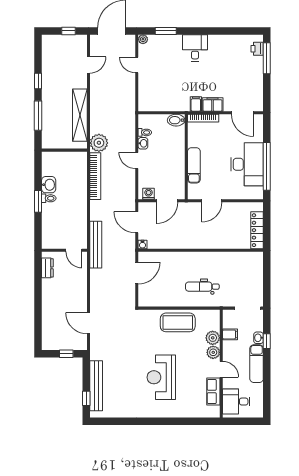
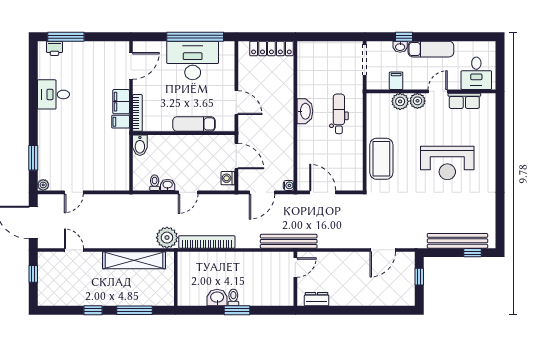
desk: (195, 48) -> (53, 94), moved
washbasin: (205, 258) -> (305, 111), added
dental chair: (202, 287) -> (339, 114), turned 180
coffee table: (178, 322) -> (381, 159), moved

